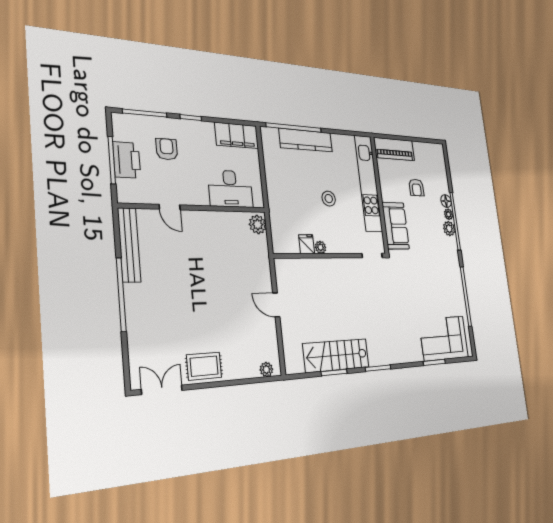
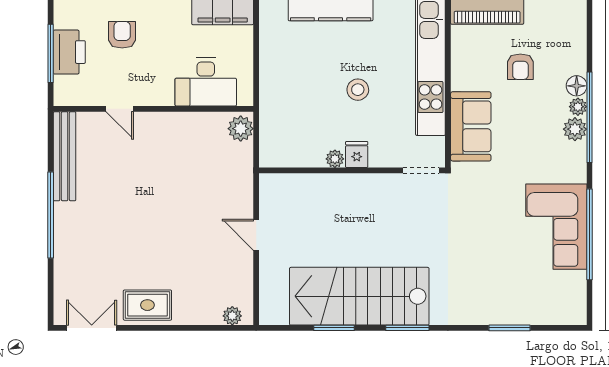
fridge: (307, 244) -> (357, 155), moved
corner sofa: (444, 338) -> (556, 227), moved, turned -90
stairs: (336, 355) -> (359, 296), width x1.36, depth x1.51

